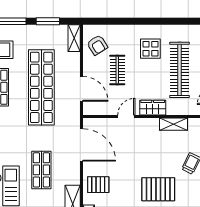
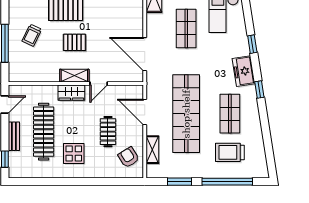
shelving: (74, 38) -> (152, 150), moved
shelving: (174, 124) -> (74, 76), moved
pallet: (98, 185) -> (74, 42), moved

